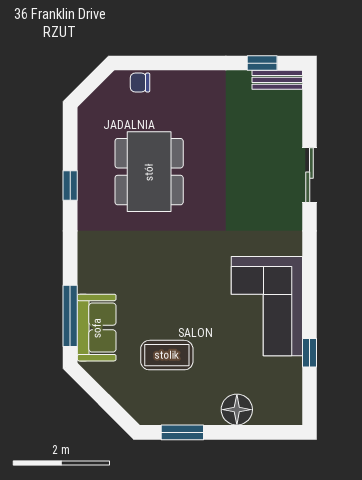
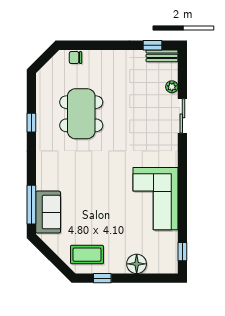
plant: (293, 129) -> (172, 87), added
window: (310, 353) -> (182, 252), moved
coffee table: (167, 355) -> (87, 255), moved
window: (182, 432) -> (102, 278), width x0.67

